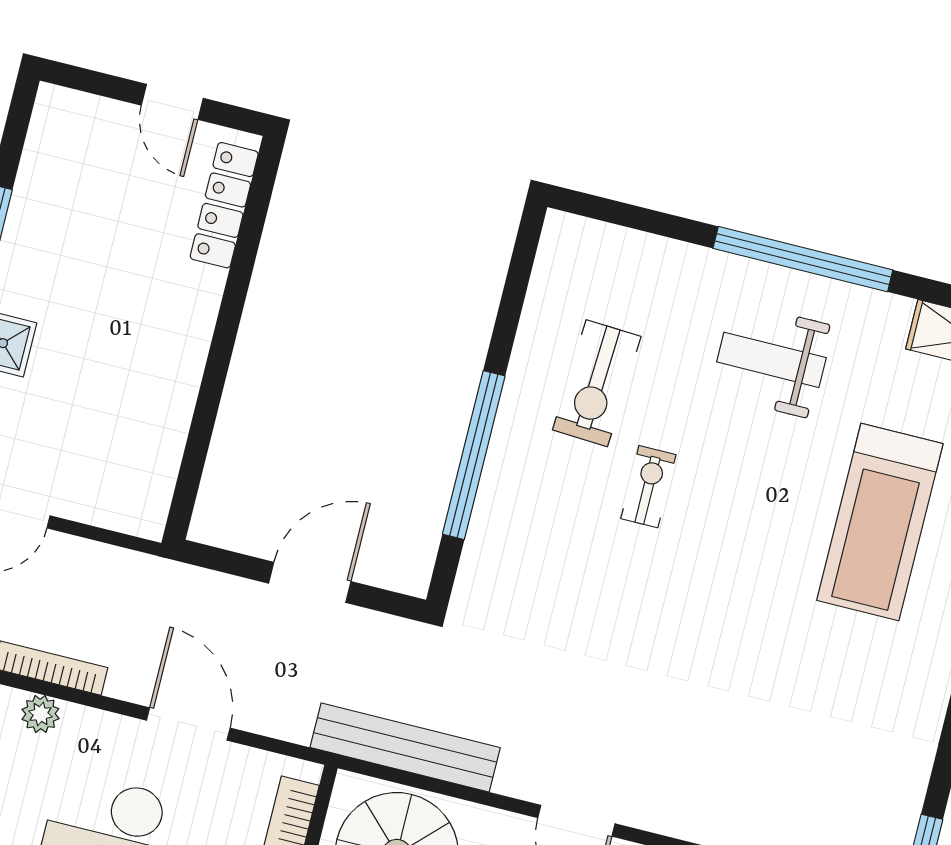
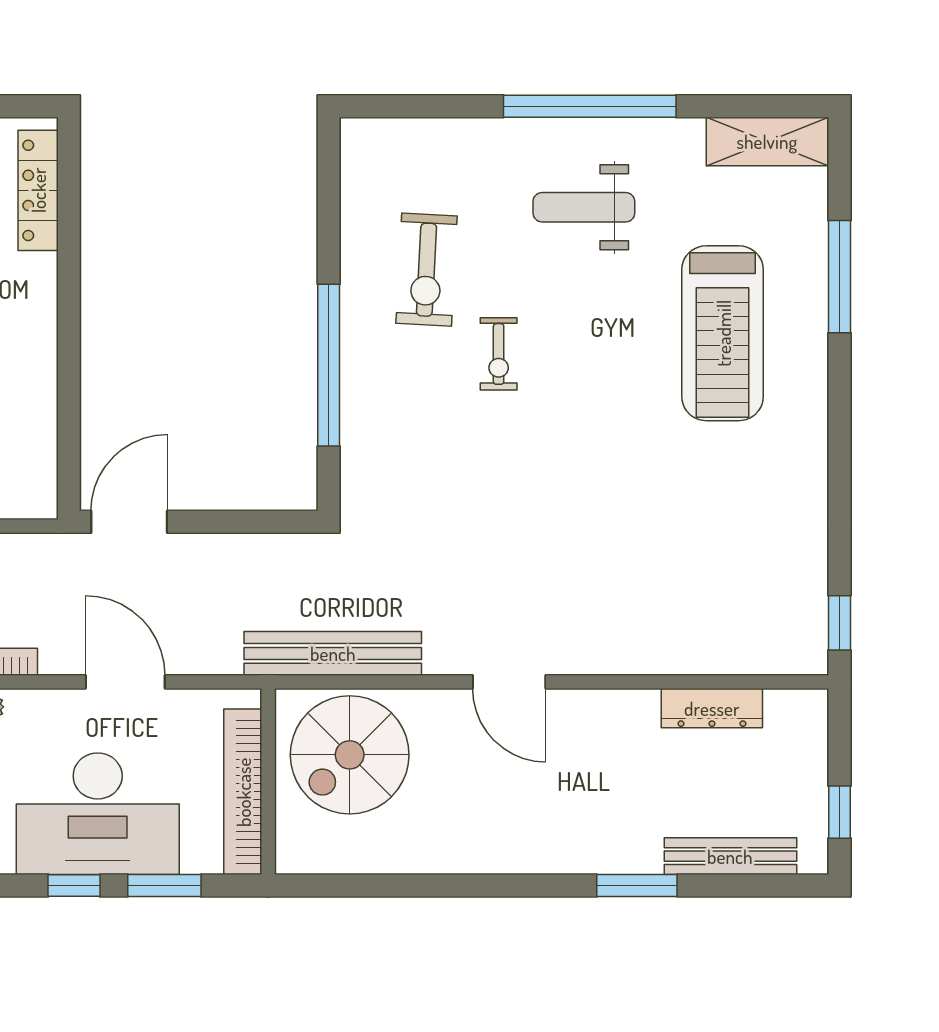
exercise bike: (648, 487) -> (499, 354), turned 180
door: (310, 582) -> (129, 522), moved

